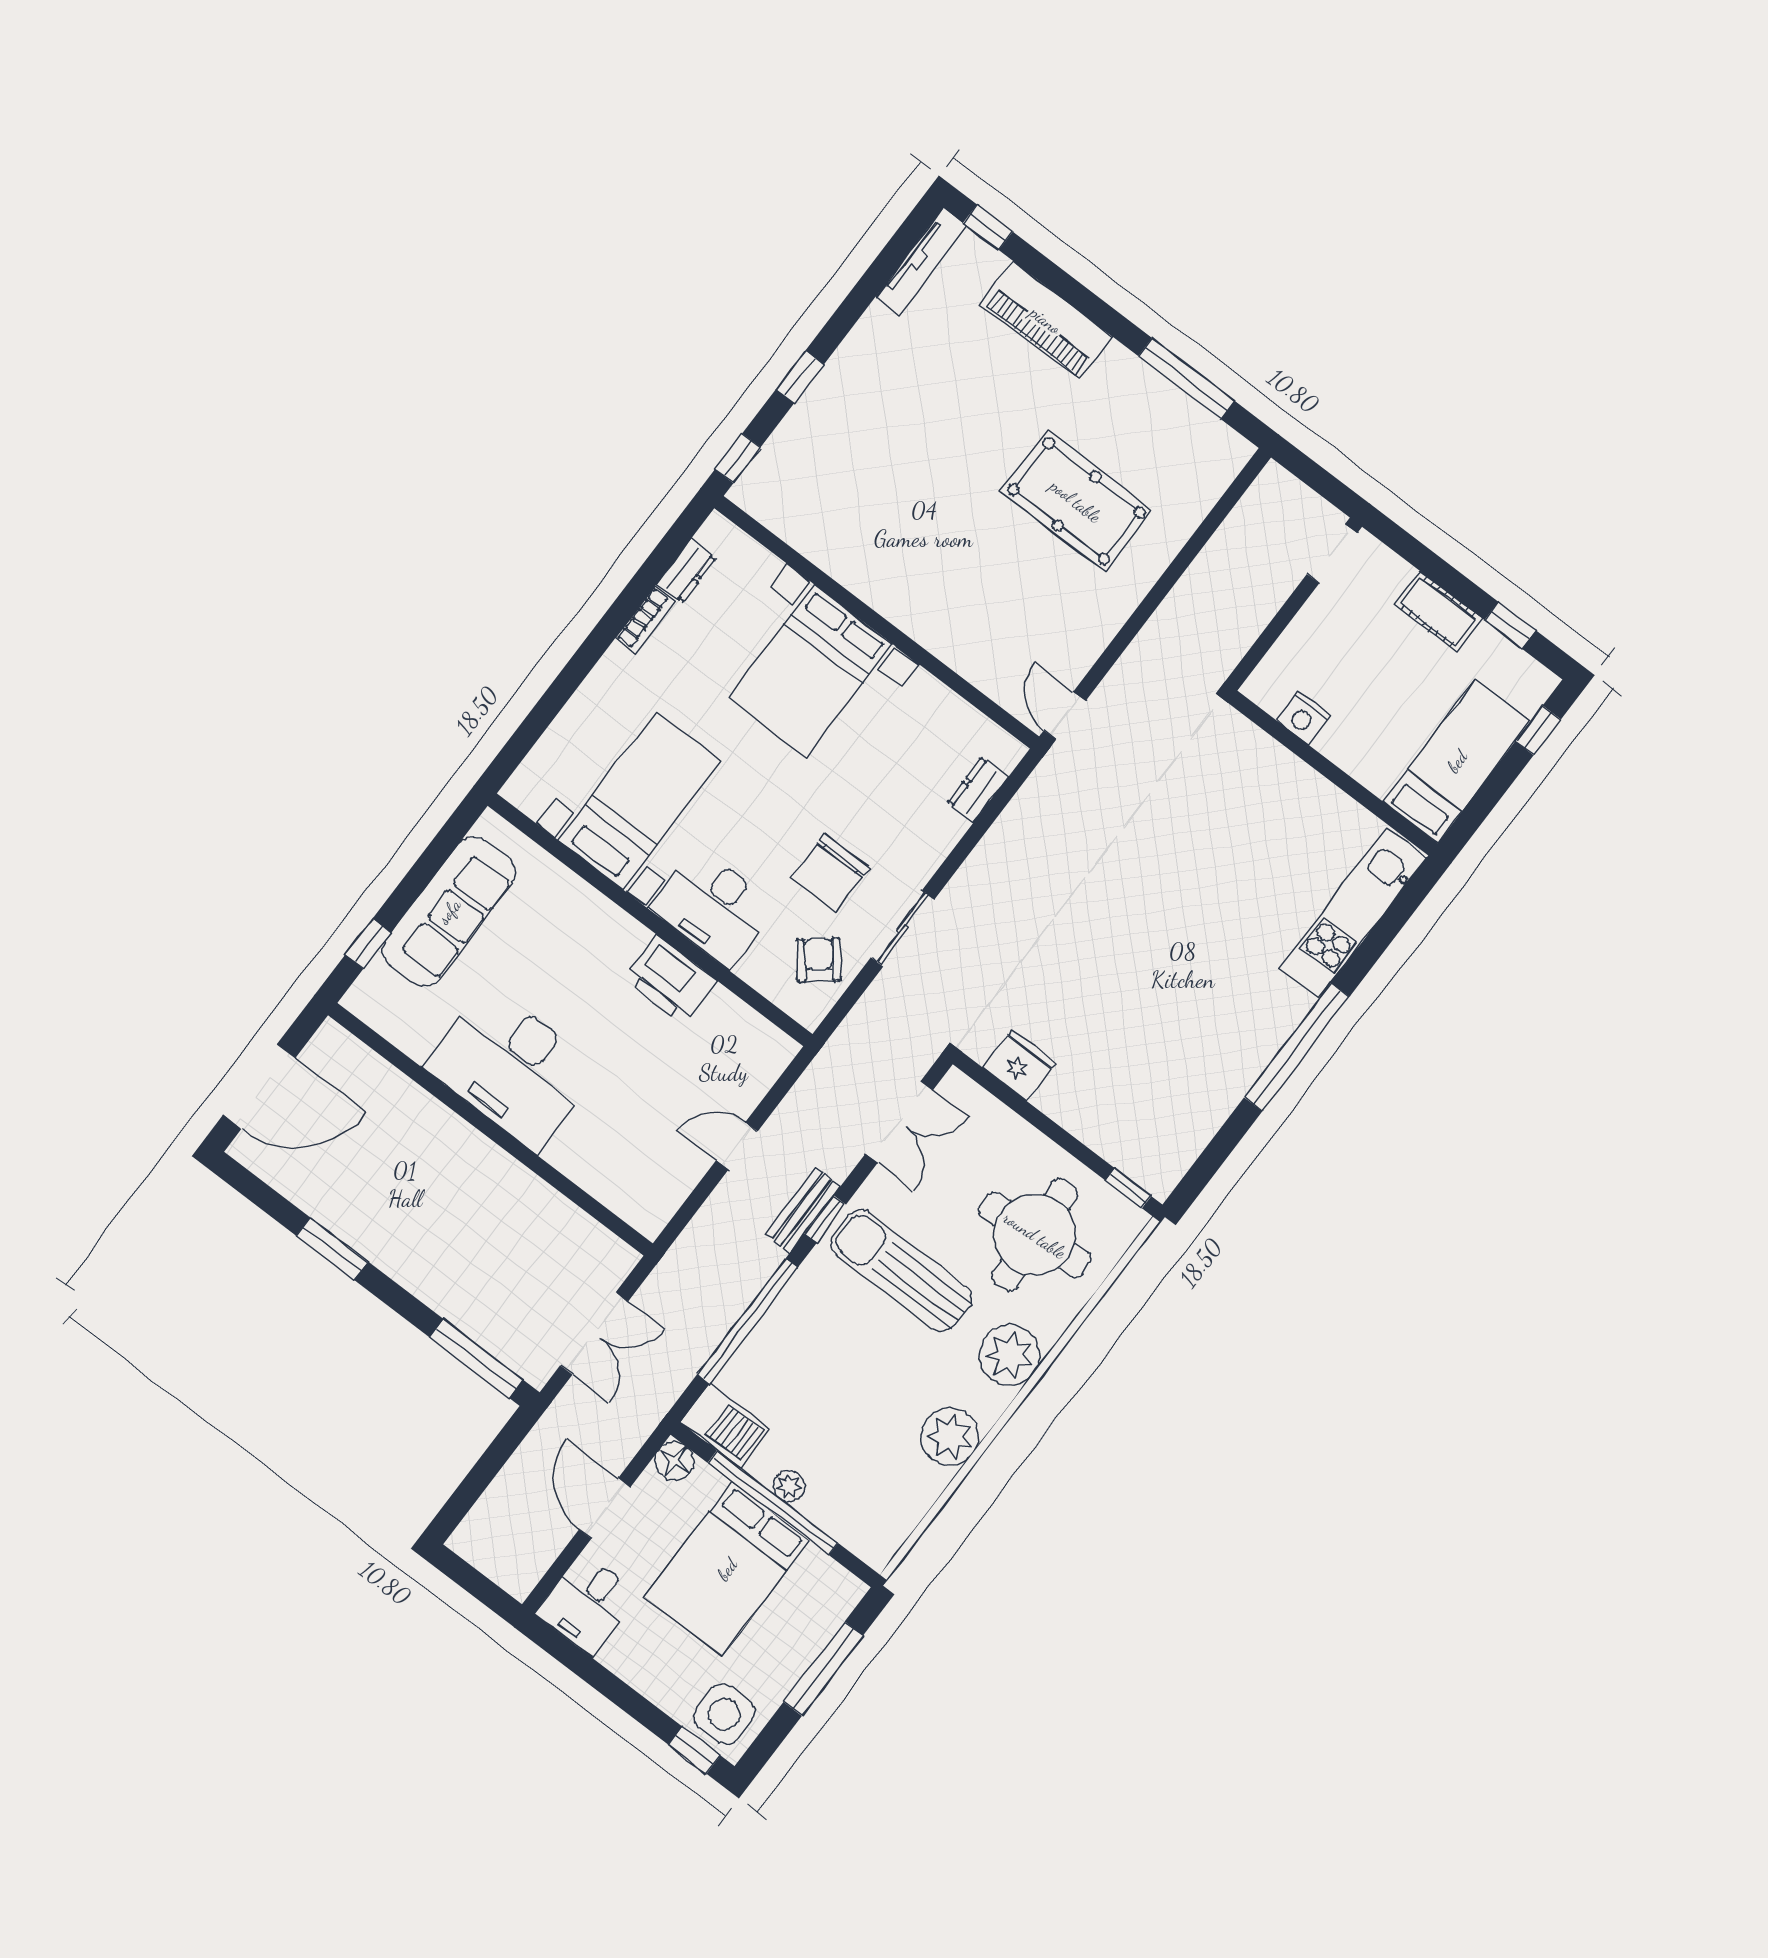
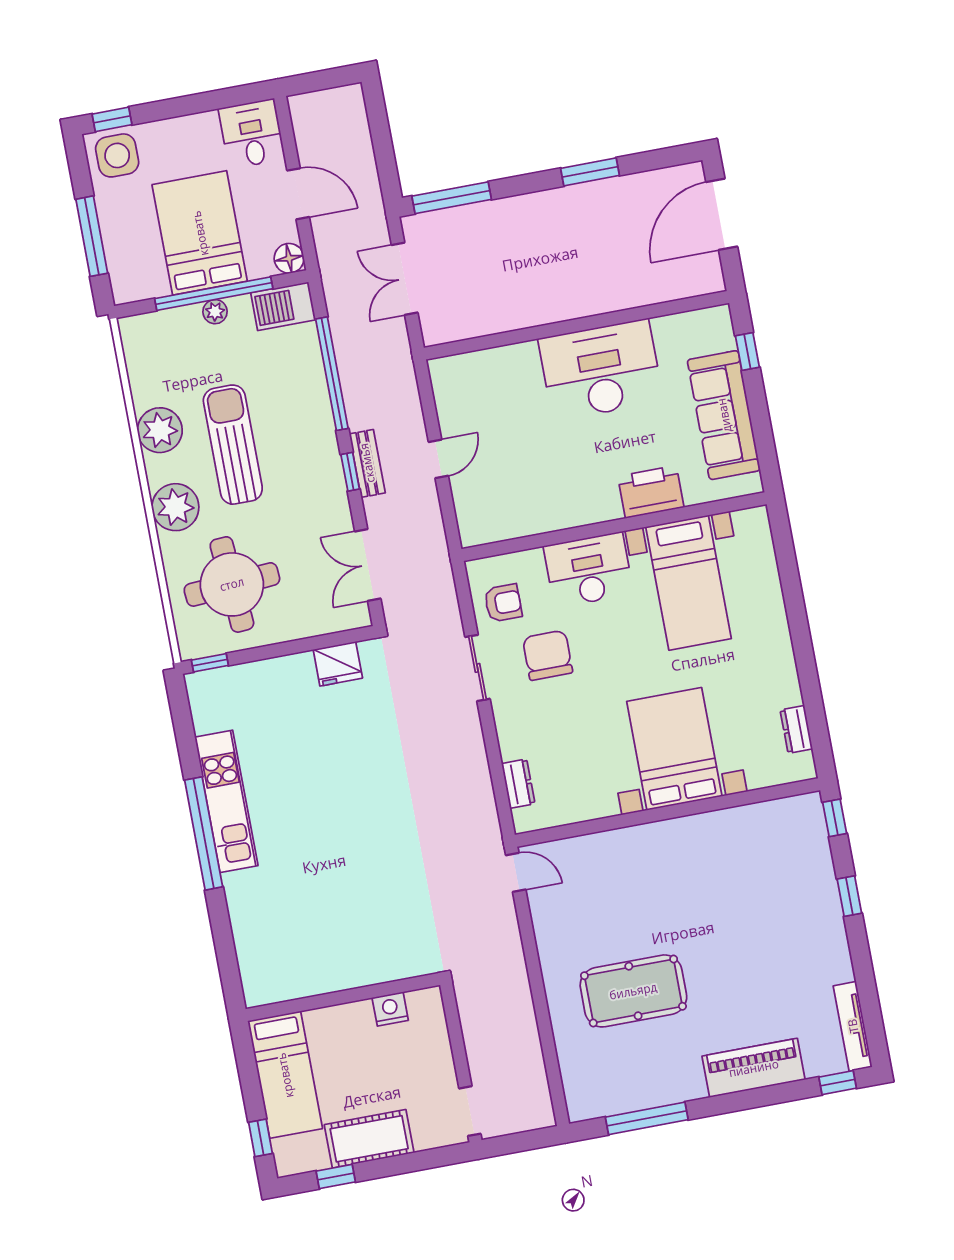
cot: (1438, 611) -> (369, 1139), width x1.37, depth x1.34
bookcase: (645, 620) -> (790, 680), removed
kitchen unit: (1353, 913) -> (226, 801), moved
armchair: (819, 960) -> (503, 603), turned -51
printer: (670, 979) -> (651, 492), moved
sun lounger: (901, 1271) -> (233, 445), moved, turned -90

